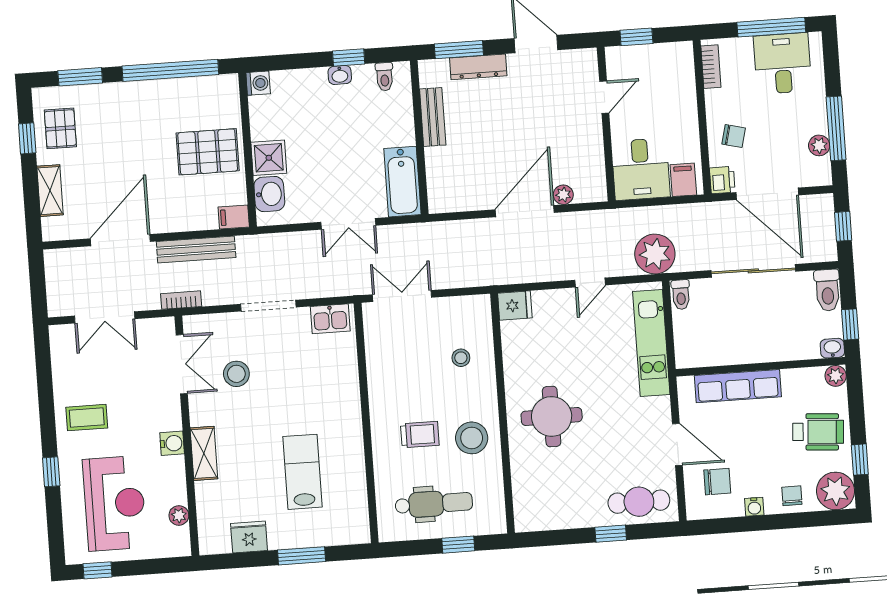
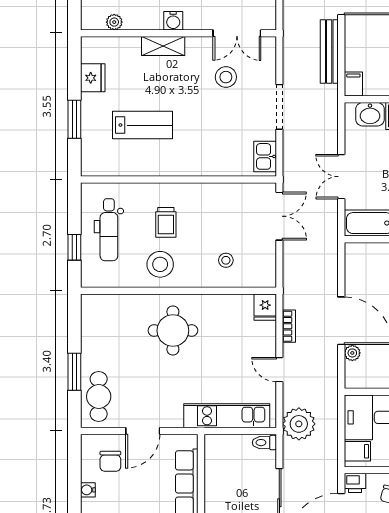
bookcase: (181, 300) -> (289, 326), moved
window: (611, 534) -> (74, 372), width x1.50

